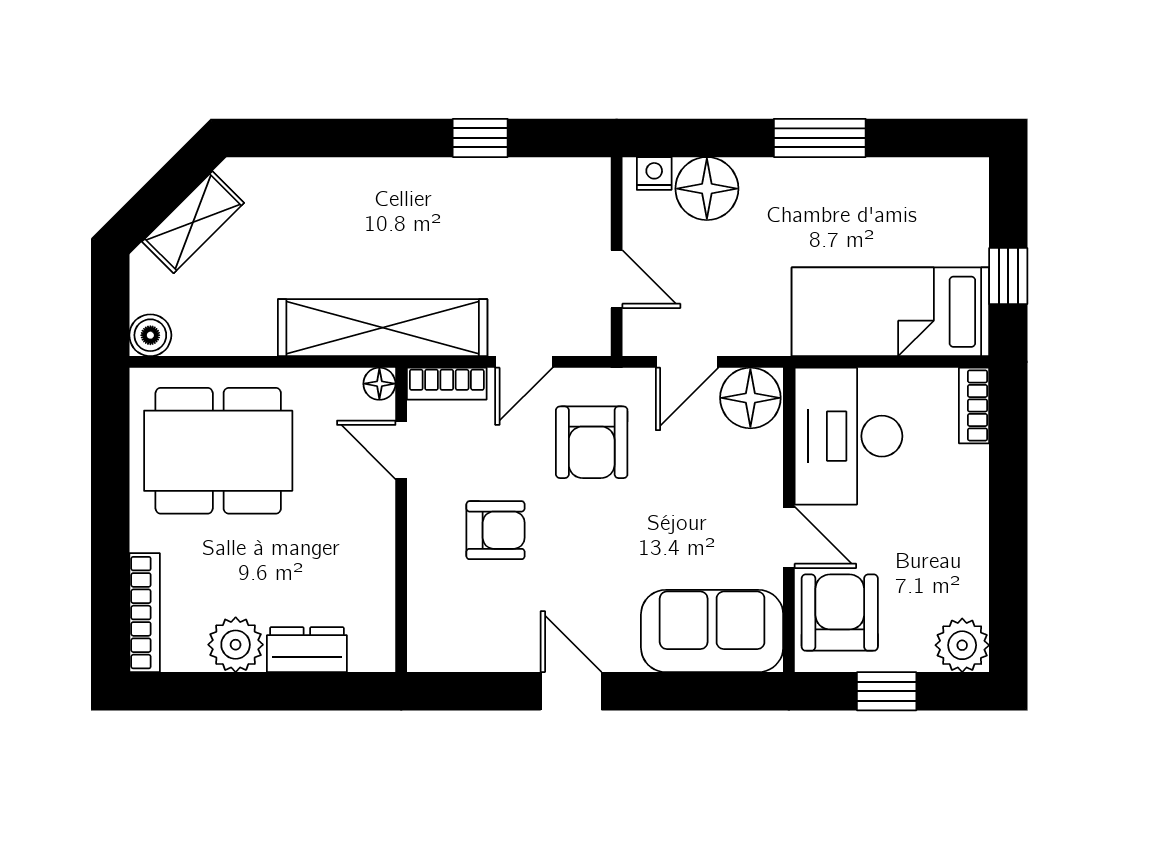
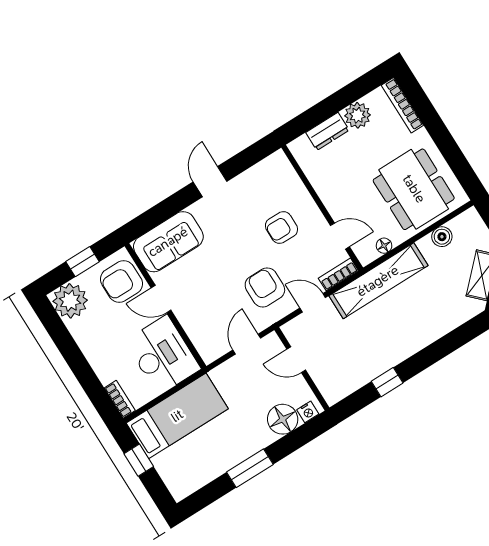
boiler: (150, 335) -> (442, 237), moved
door: (524, 362) -> (313, 303), hinge flipped
floor lamp: (379, 384) -> (384, 246), moved
floor lamp: (750, 398) -> (212, 346), removed
dining table: (218, 451) -> (414, 189), turned 90
armchair: (840, 613) -> (121, 281), turned 90
plant: (962, 645) -> (70, 301), width x1.36, depth x1.36
door: (571, 691) -> (210, 182), swing flipped

